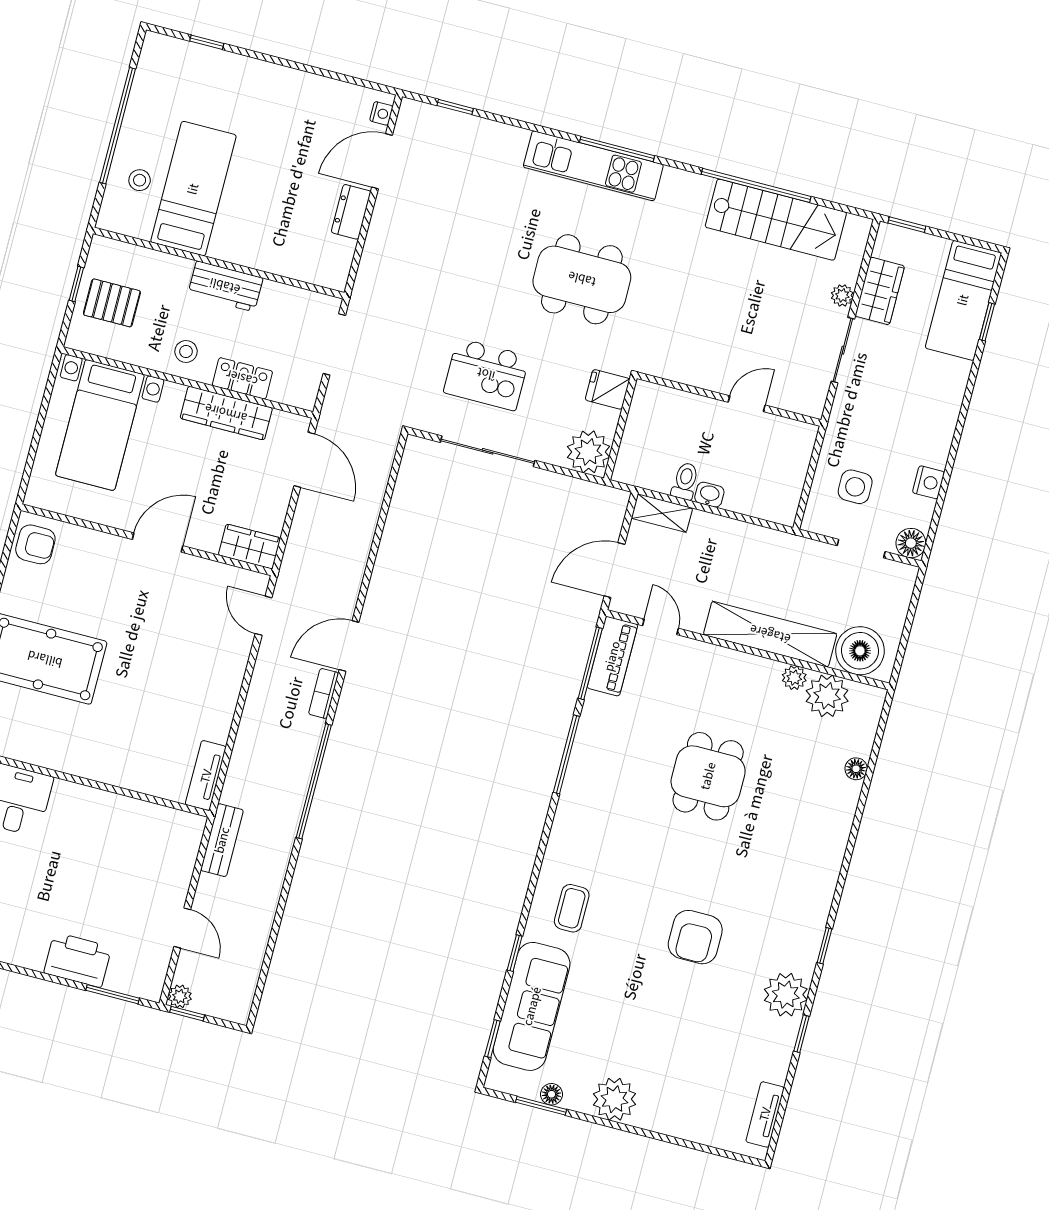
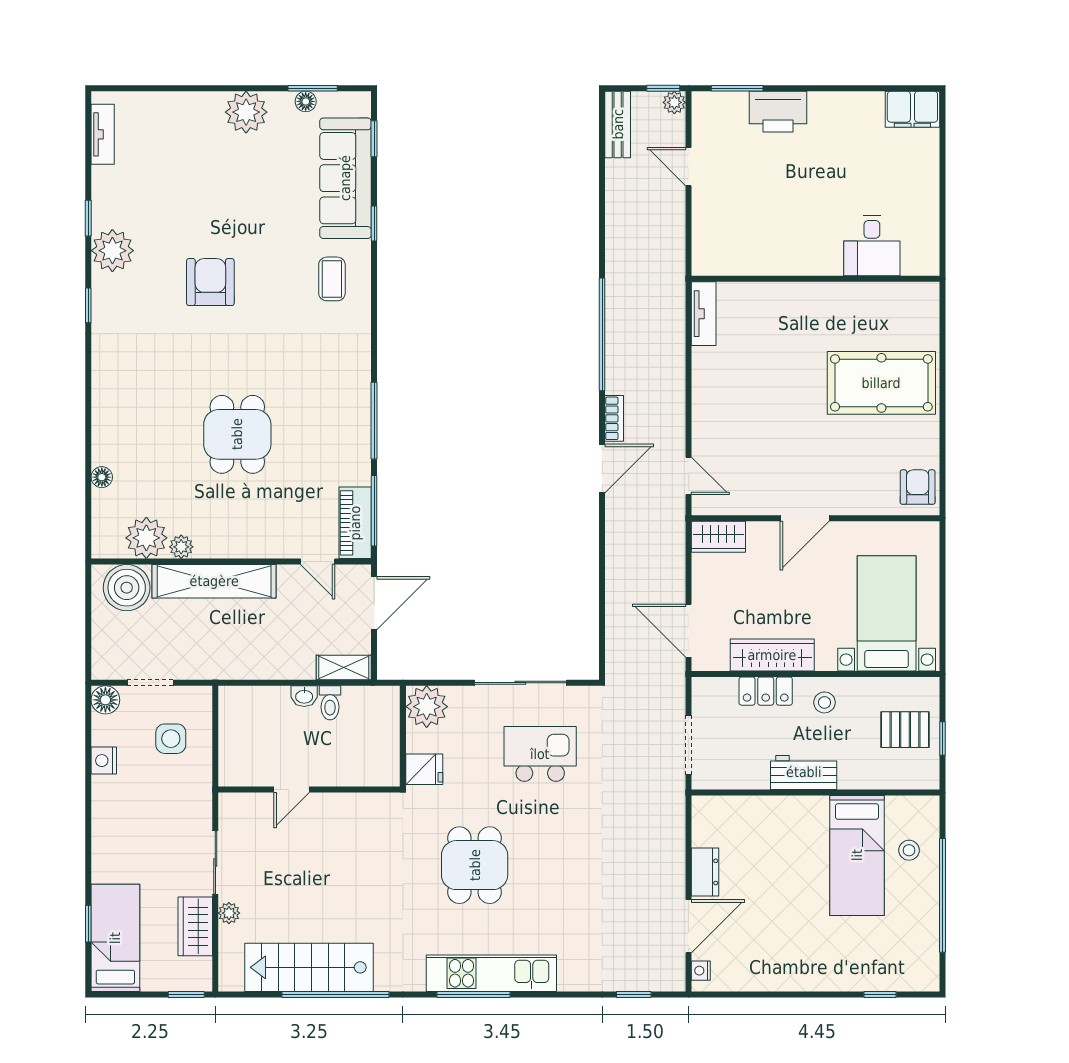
dining table: (582, 279) -> (475, 865), width x0.73
armchair: (35, 544) -> (918, 487), turned 90
bench: (222, 840) -> (618, 124), moved

